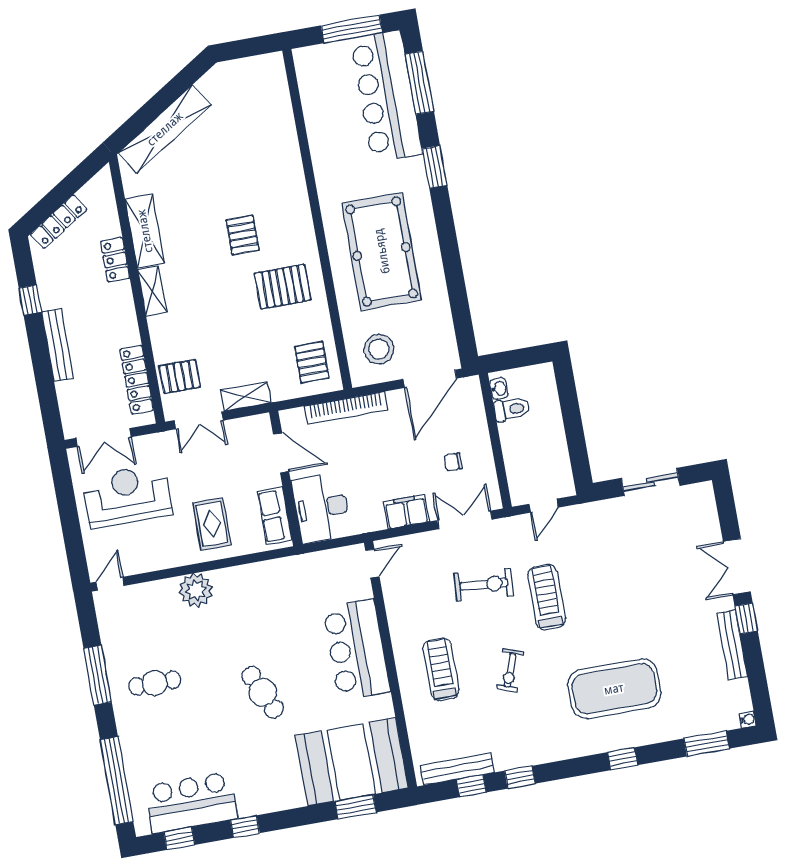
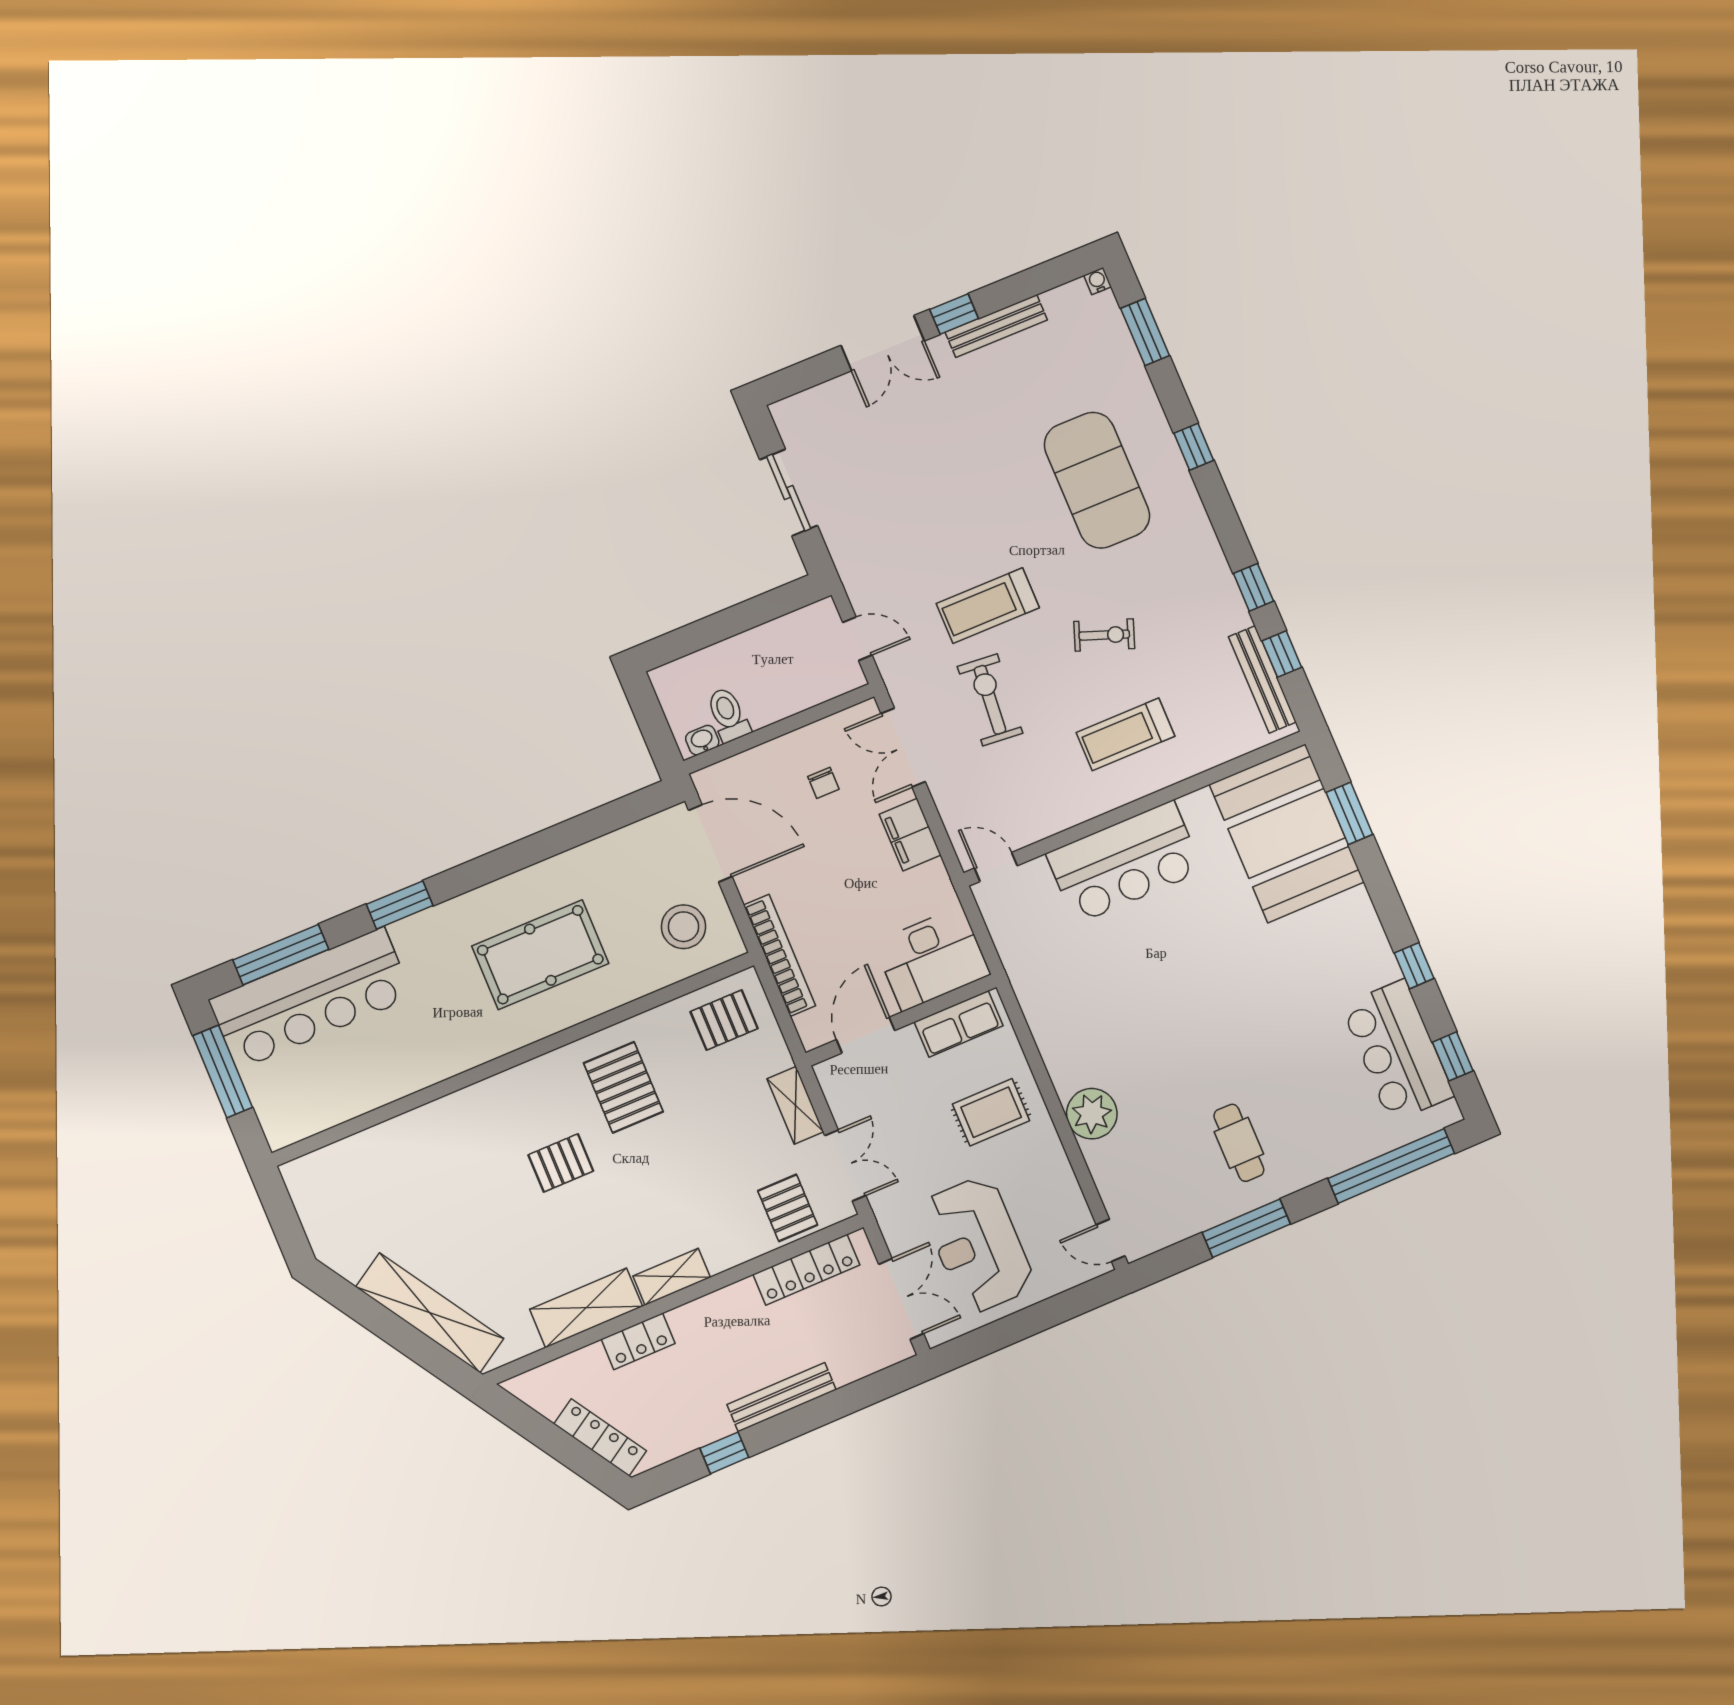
pool table: (382, 251) -> (540, 955), width x0.73, depth x0.76
cafe table: (263, 692) -> (1216, 984), removed

